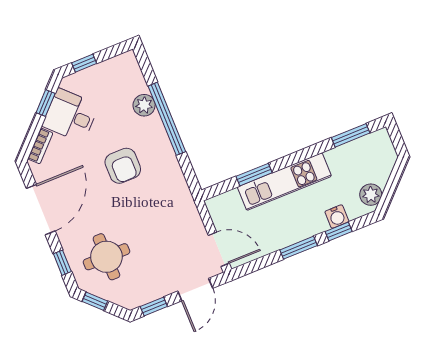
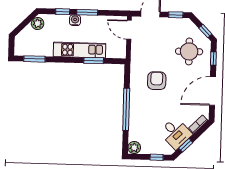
plant: (144, 105) -> (134, 148), moved
armchair: (123, 166) -> (157, 81), moved
water cooler: (337, 217) -> (75, 20), moved

